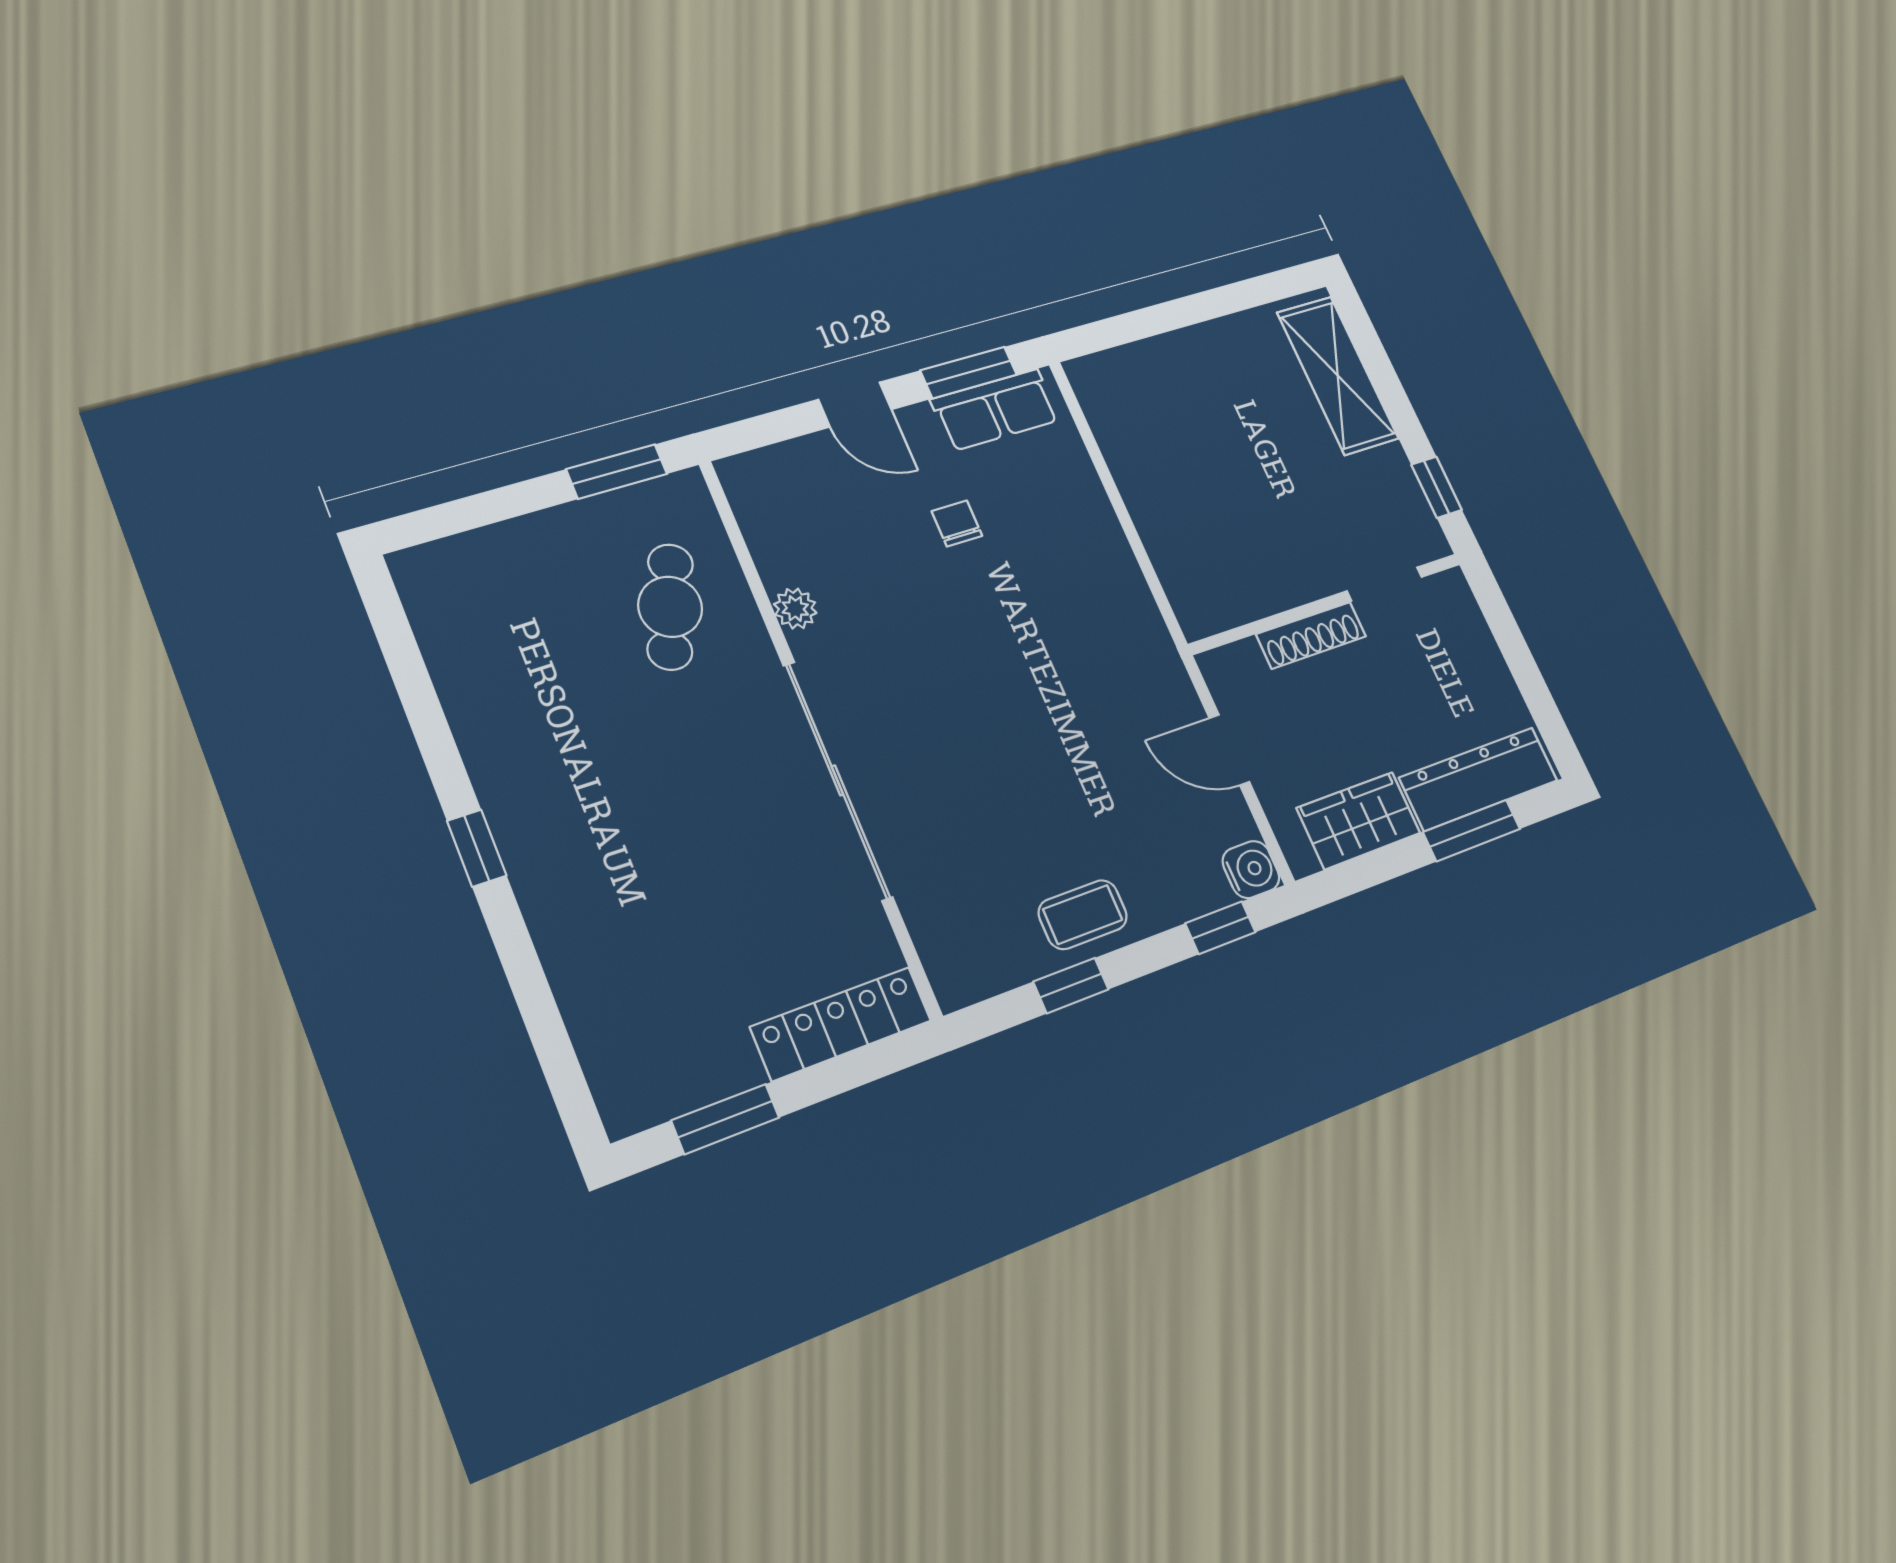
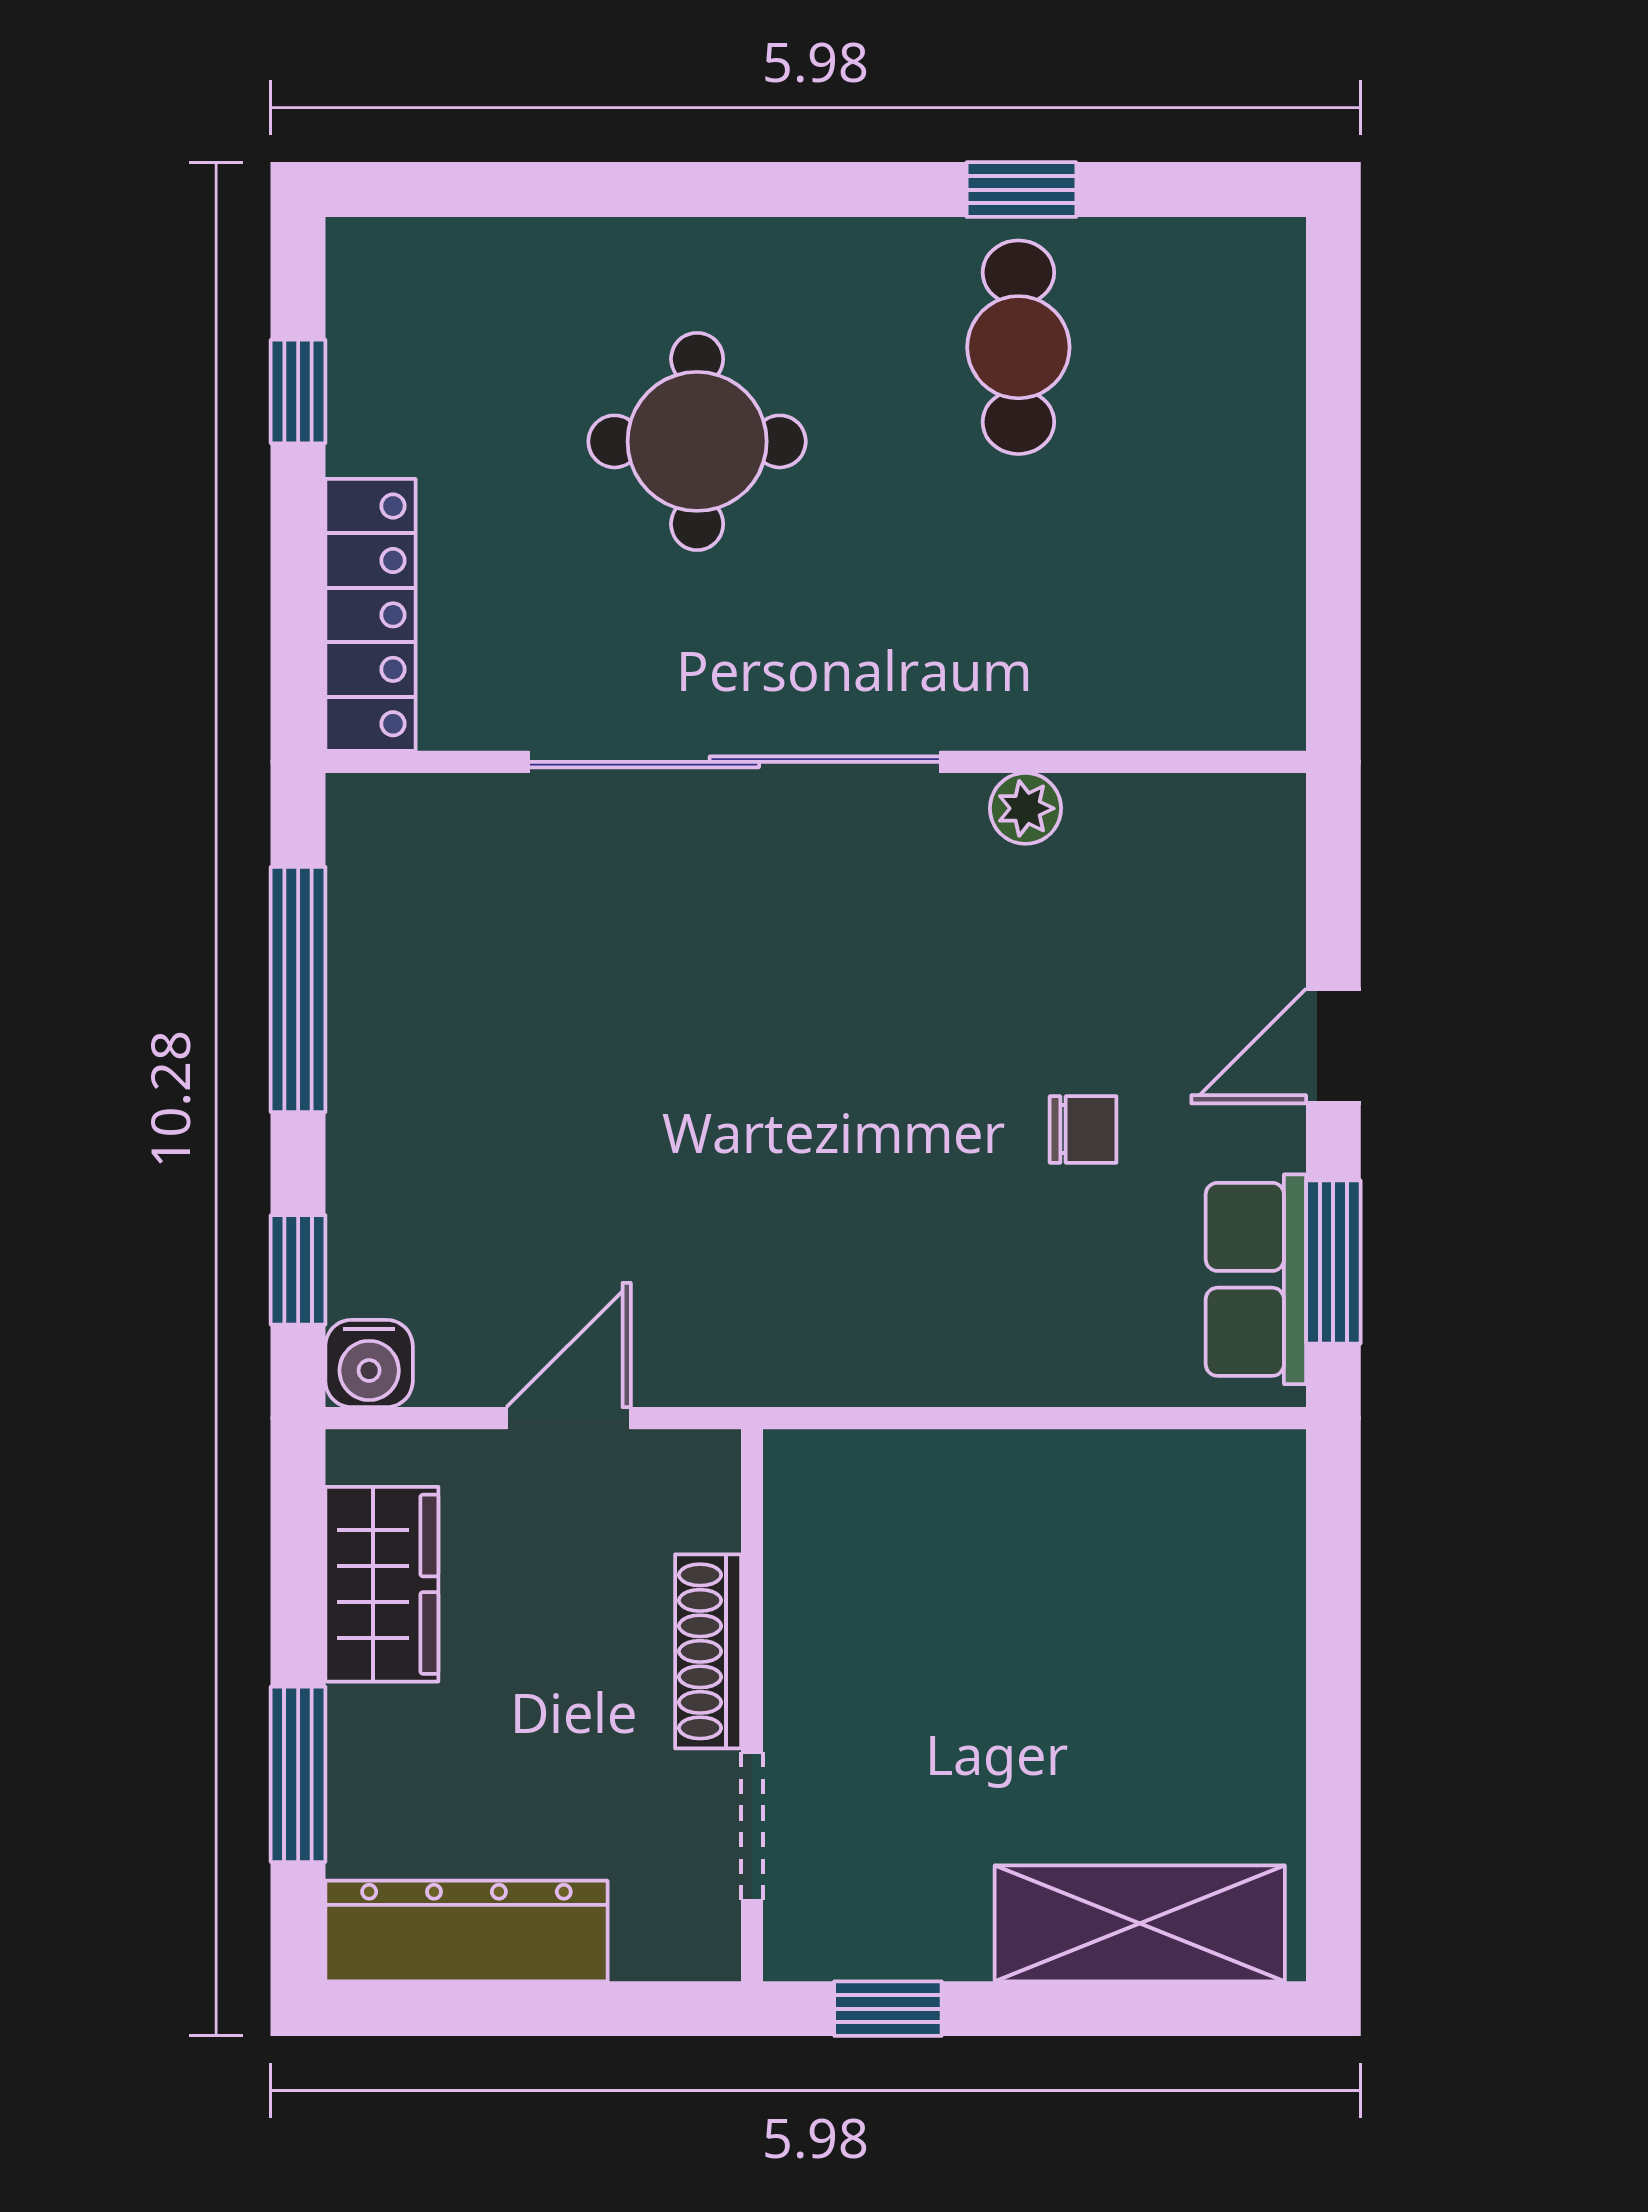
window: (617, 472) -> (1333, 618), removed
cafe table: (670, 607) -> (1018, 347), moved, turned 68
dresser: (1479, 779) -> (466, 1931), moved, turned -90
window: (477, 848) -> (1021, 190), moved
round table: (659, 866) -> (697, 441), added
coffee table: (1083, 915) -> (397, 1057), removed
window: (1071, 985) -> (298, 990), width x2.17
window: (725, 1119) -> (298, 392), width x0.67

